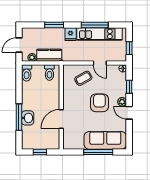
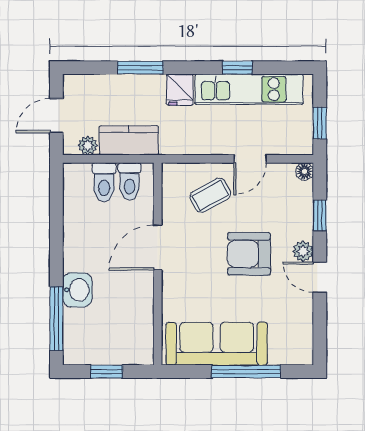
window: (95, 25) -> (237, 68), width x0.46
door: (100, 63) -> (250, 159), hinge flipped
toilet: (27, 73) -> (104, 182), moved
armchair: (99, 103) -> (249, 254), turned -90
window: (19, 117) -> (56, 319), moved
door: (61, 119) -> (158, 248), moved
sofa: (105, 140) -> (217, 344), moved

